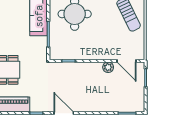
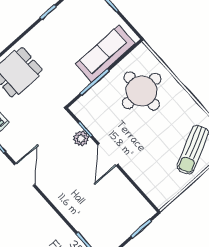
door: (127, 61) -> (108, 155), moved
plant: (108, 67) -> (81, 138), moved

